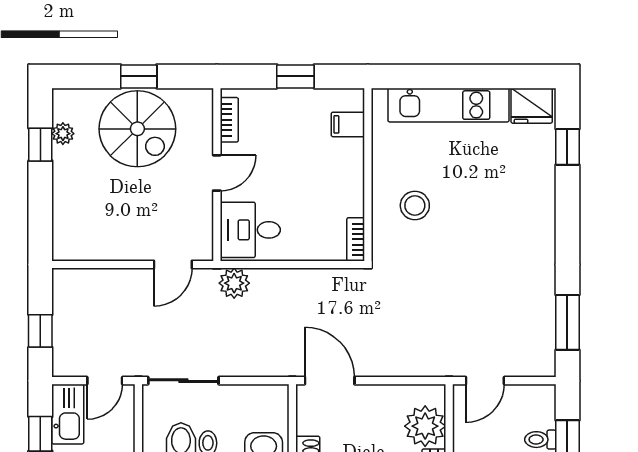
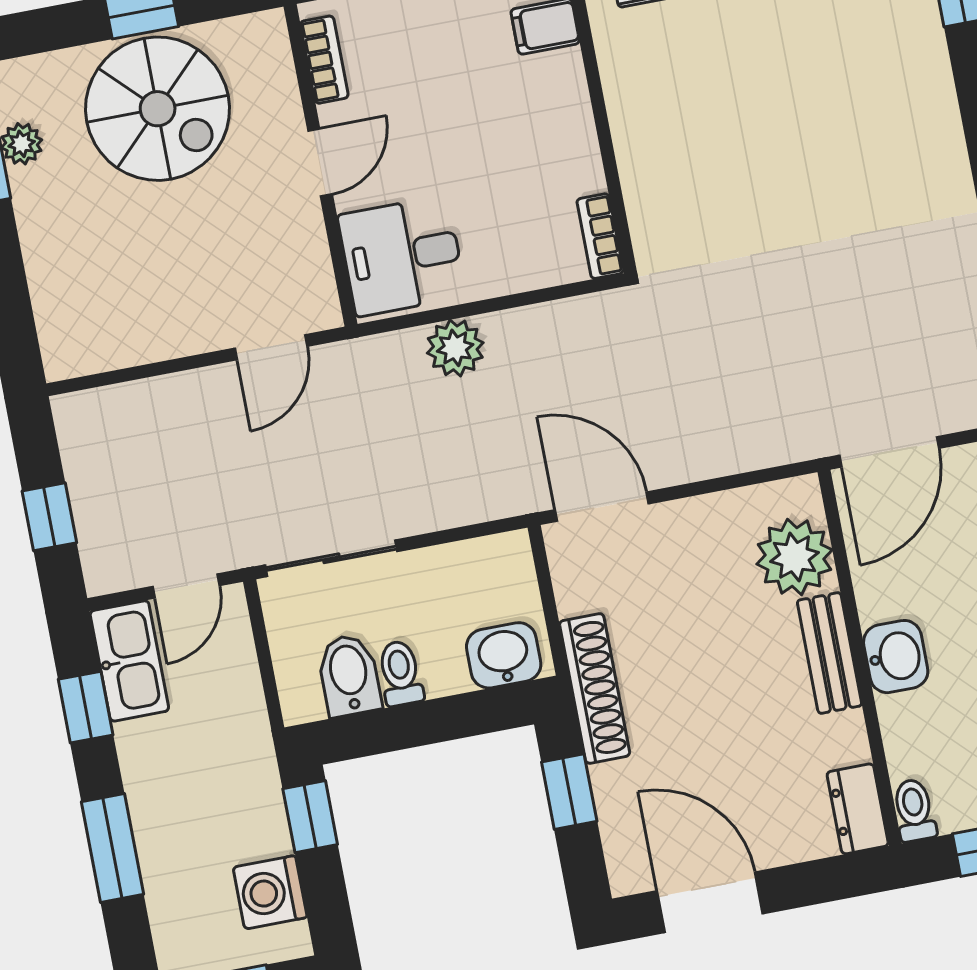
stool: (415, 205) -> (698, 153), removed
plant: (234, 283) -> (455, 348), moved
door: (485, 381) -> (889, 452), width x1.38

